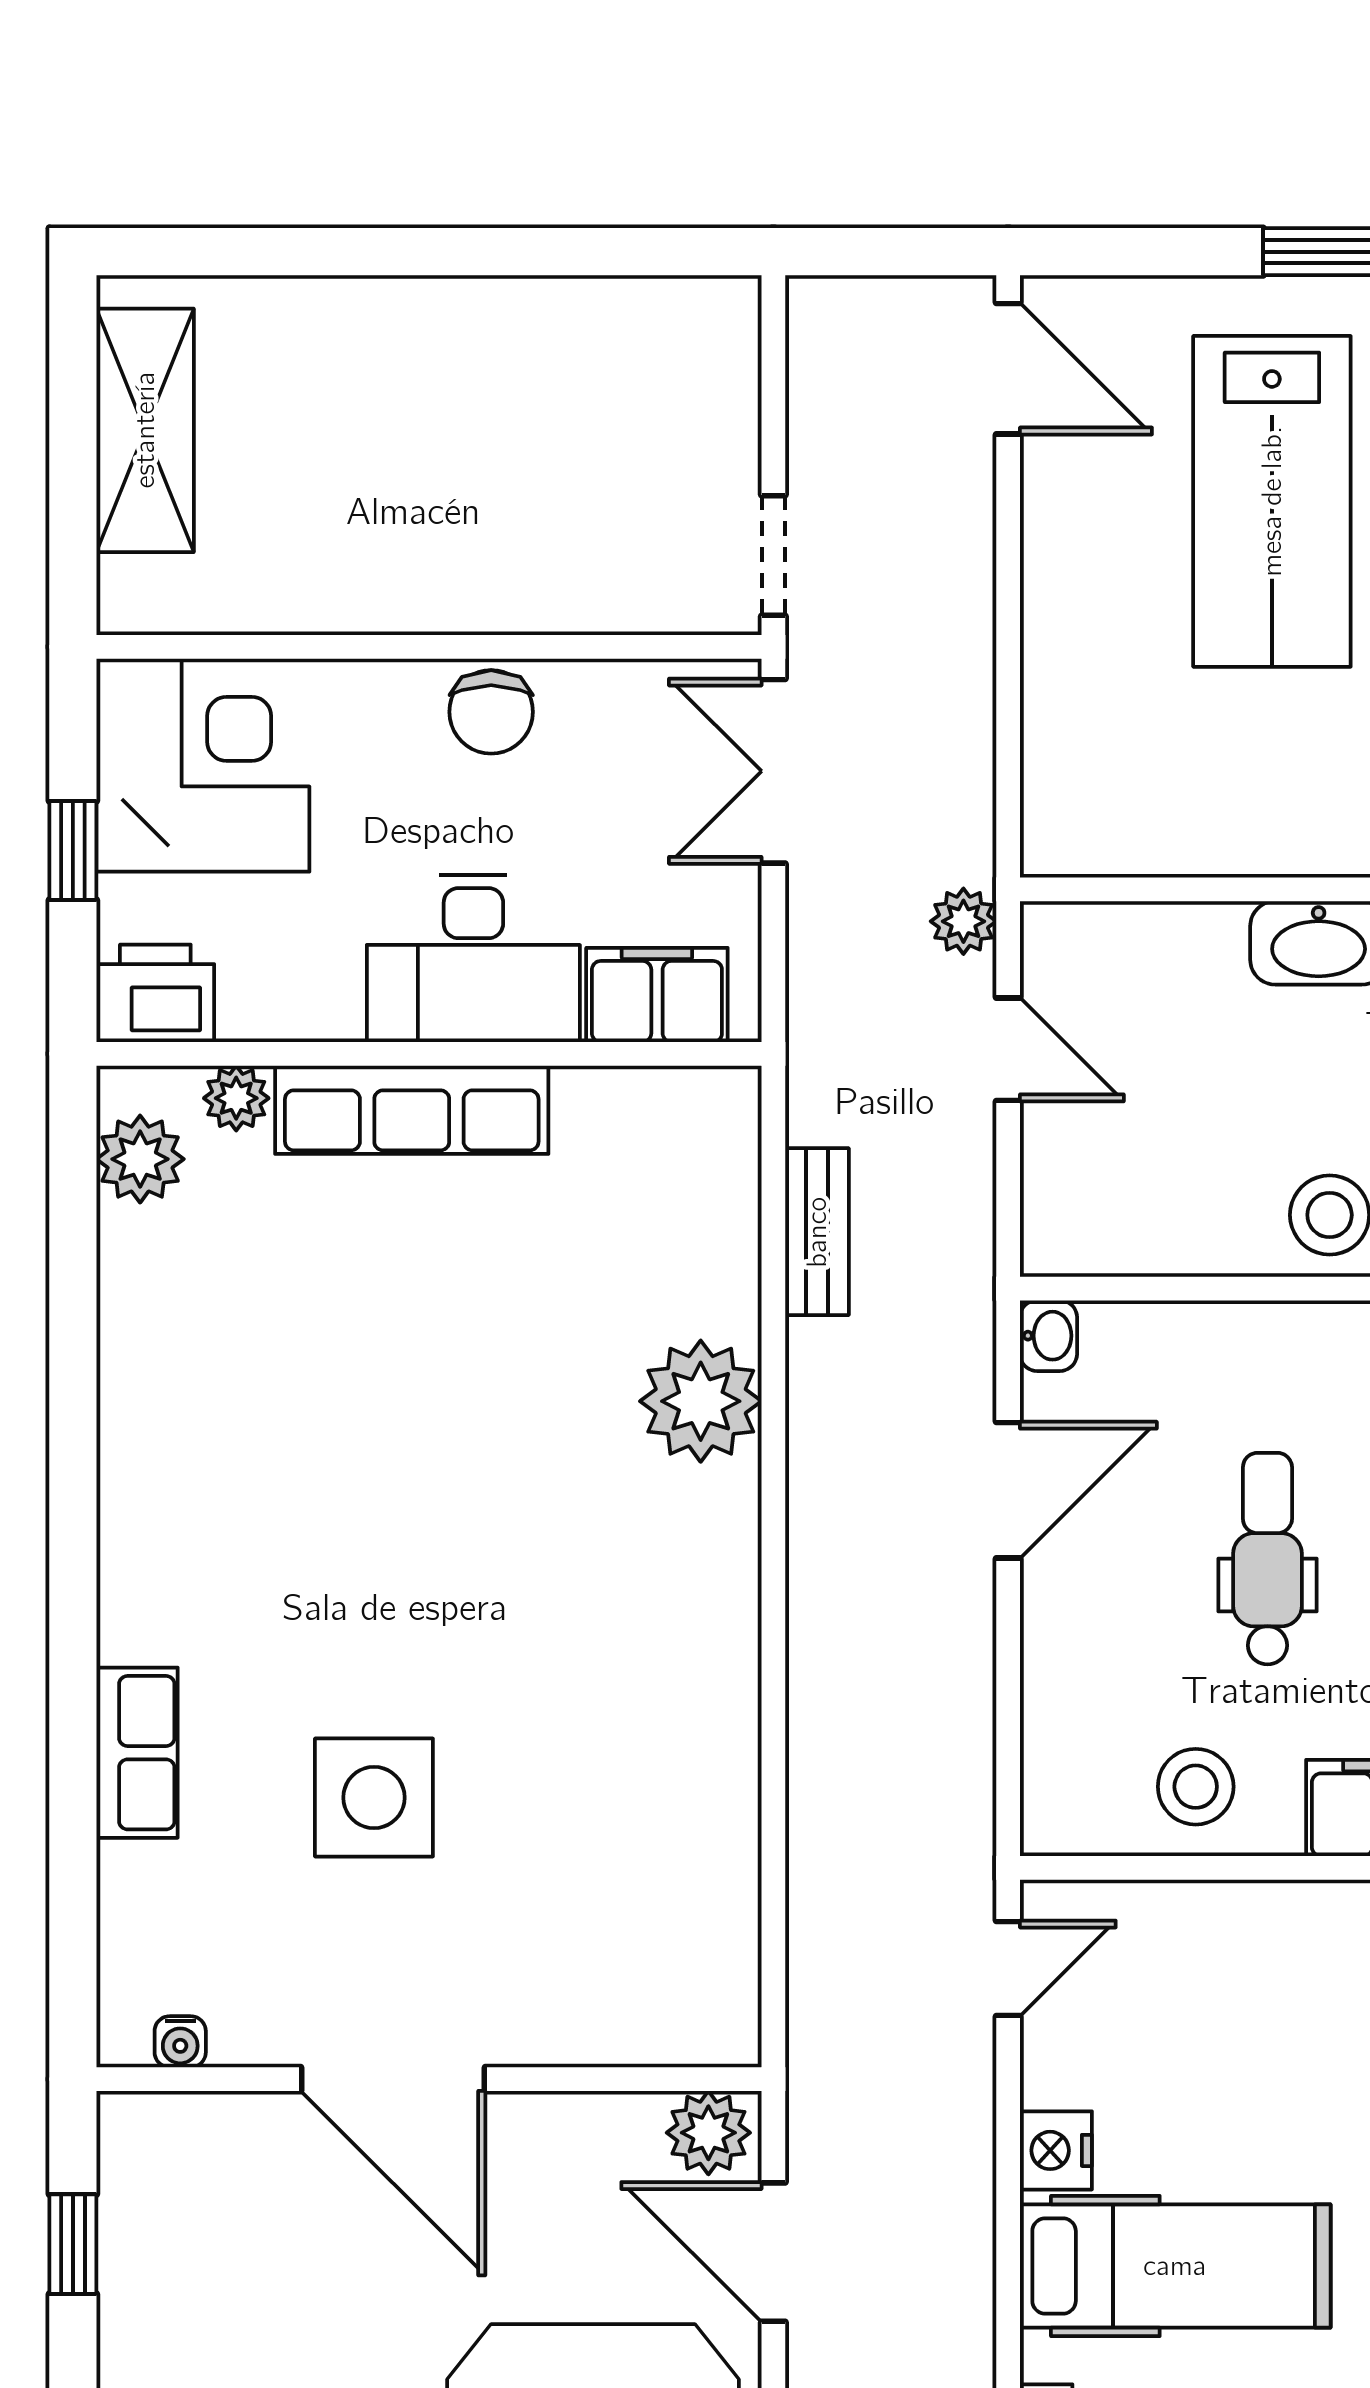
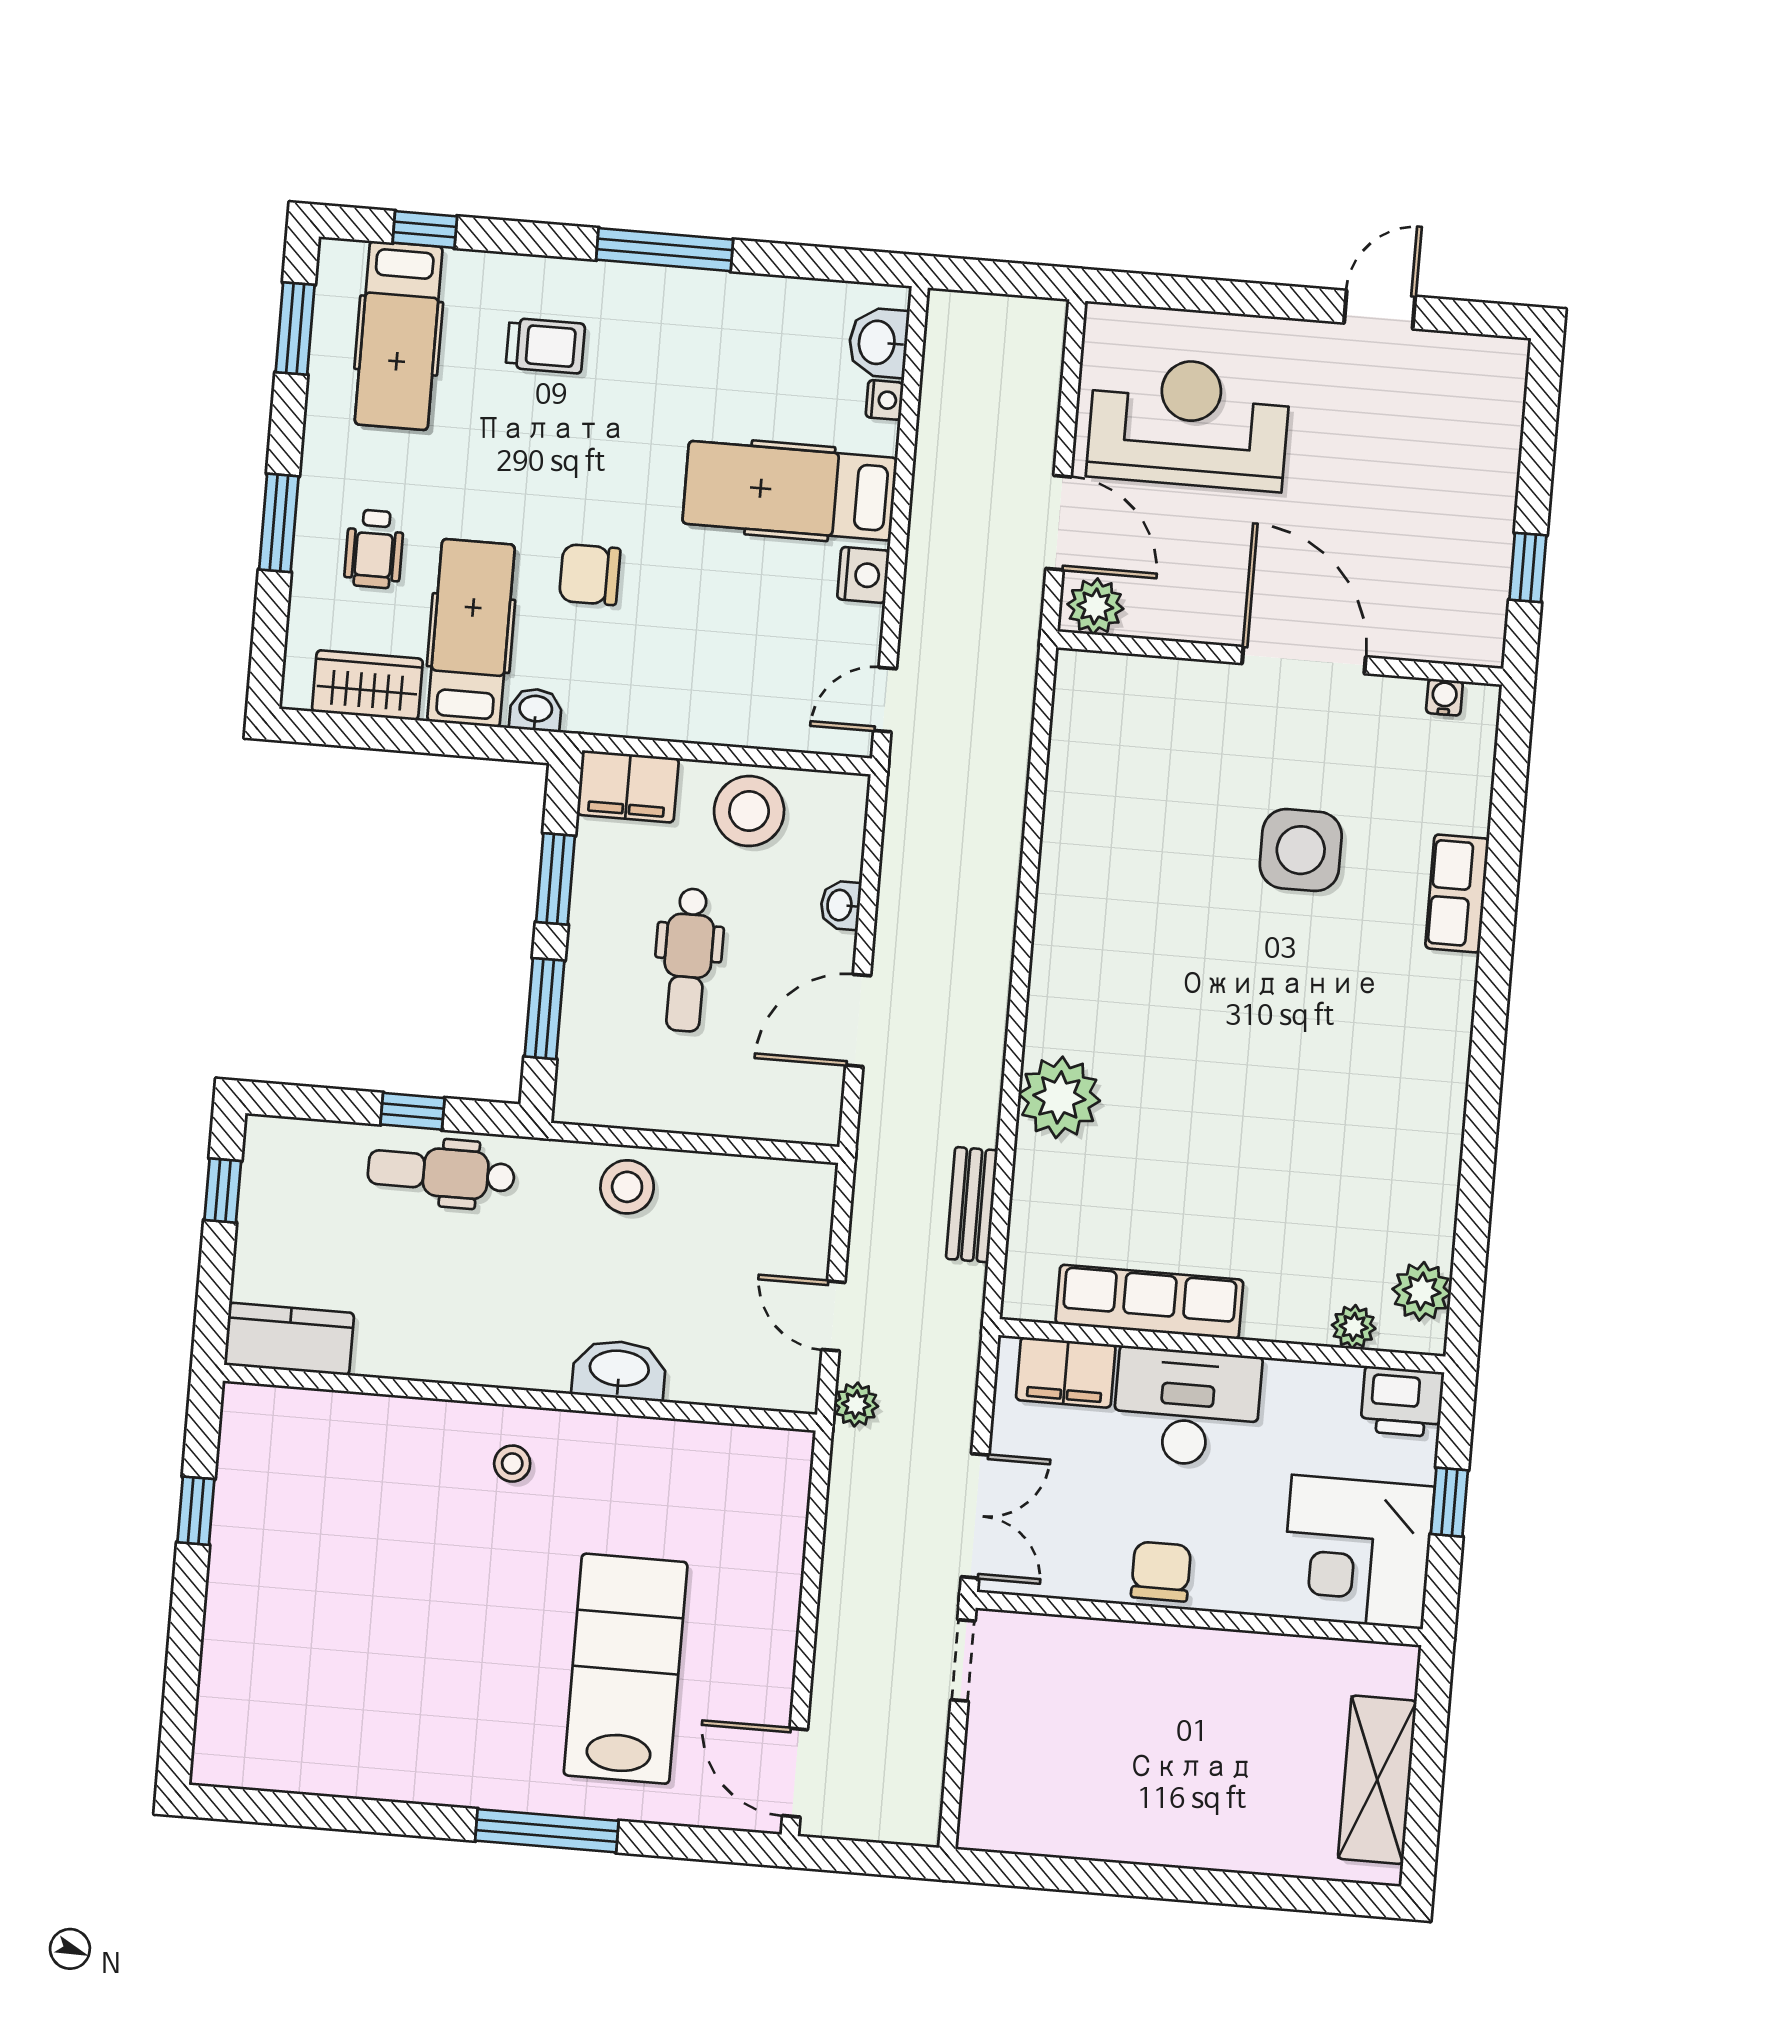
row of seats: (412, 1110) -> (1149, 1302), moved
washbasin: (1048, 1336) -> (841, 905), moved
stool: (1196, 1787) -> (749, 811), width x1.38, depth x1.38

